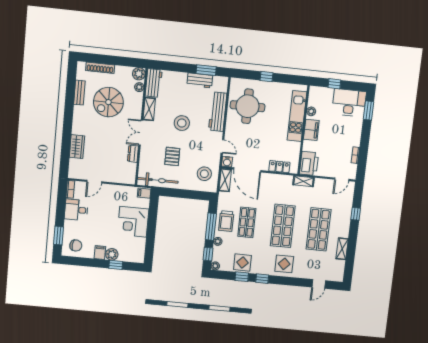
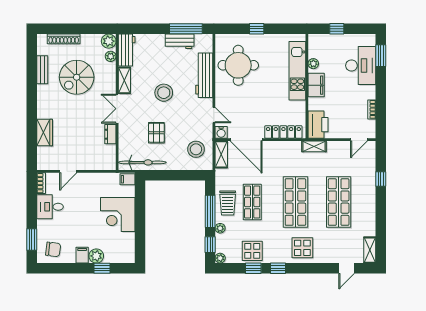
window: (206, 70) -> (186, 29), width x1.44
desk: (349, 103) -> (361, 66), moved, turned 90
locker: (279, 167) -> (283, 132), width x1.53
shelving: (342, 249) -> (370, 250), moved

